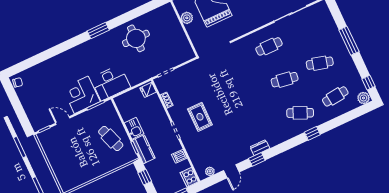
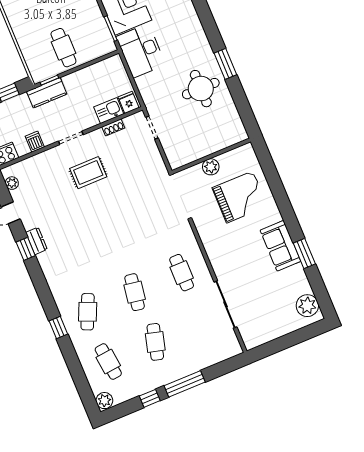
plant: (187, 18) -> (211, 167), moved
window: (98, 30) -> (225, 64), moved
window: (369, 83) -> (150, 398), moved
kitchen sink: (134, 128) -> (109, 111), moved, turned 180
cafe table: (111, 139) -> (63, 48), turned -71
dresser: (260, 148) -> (36, 241), moved

